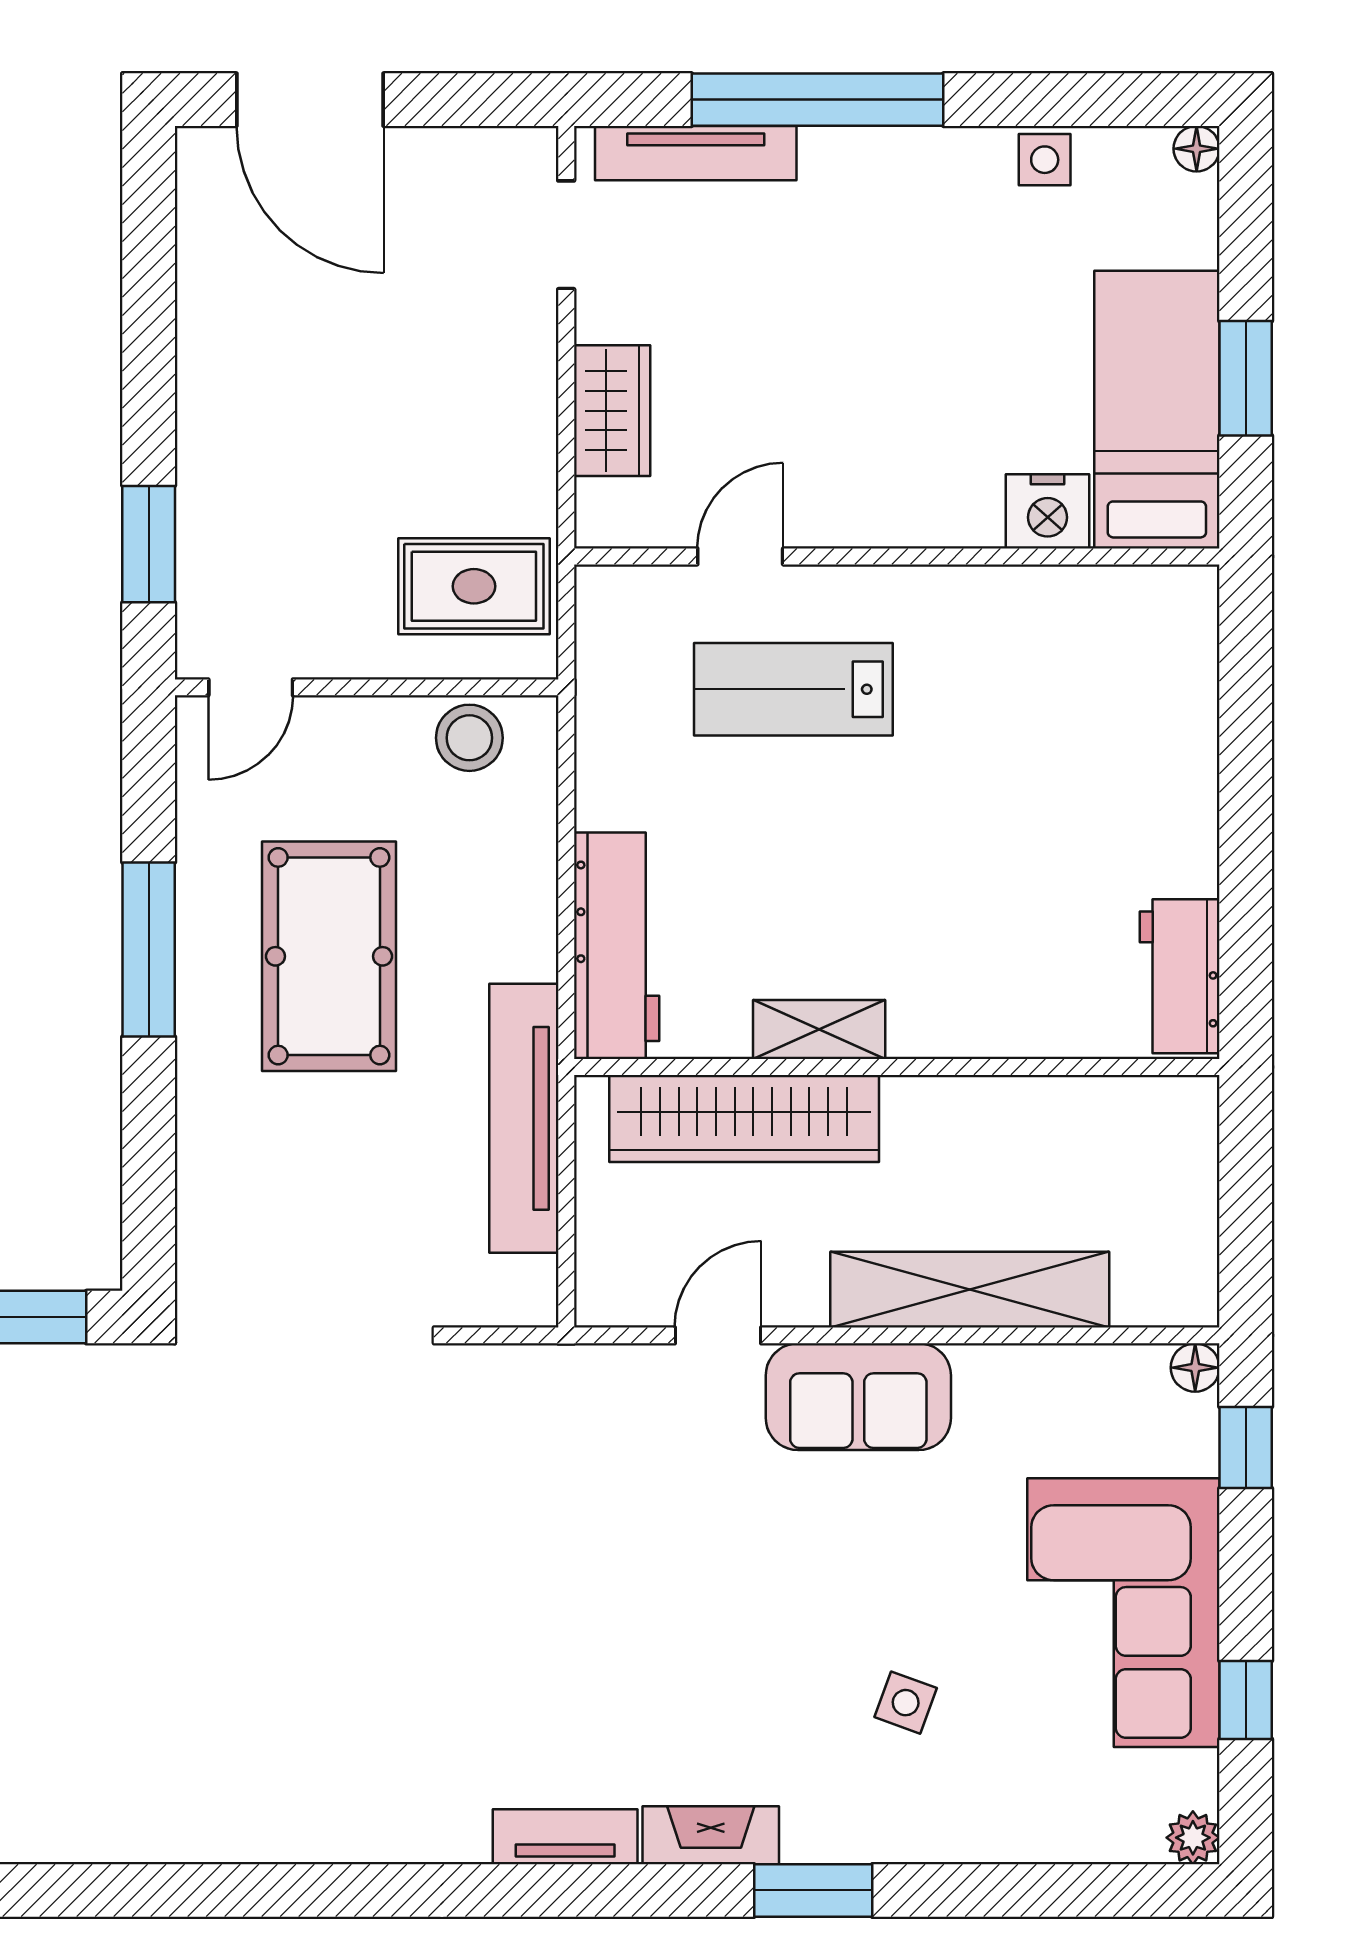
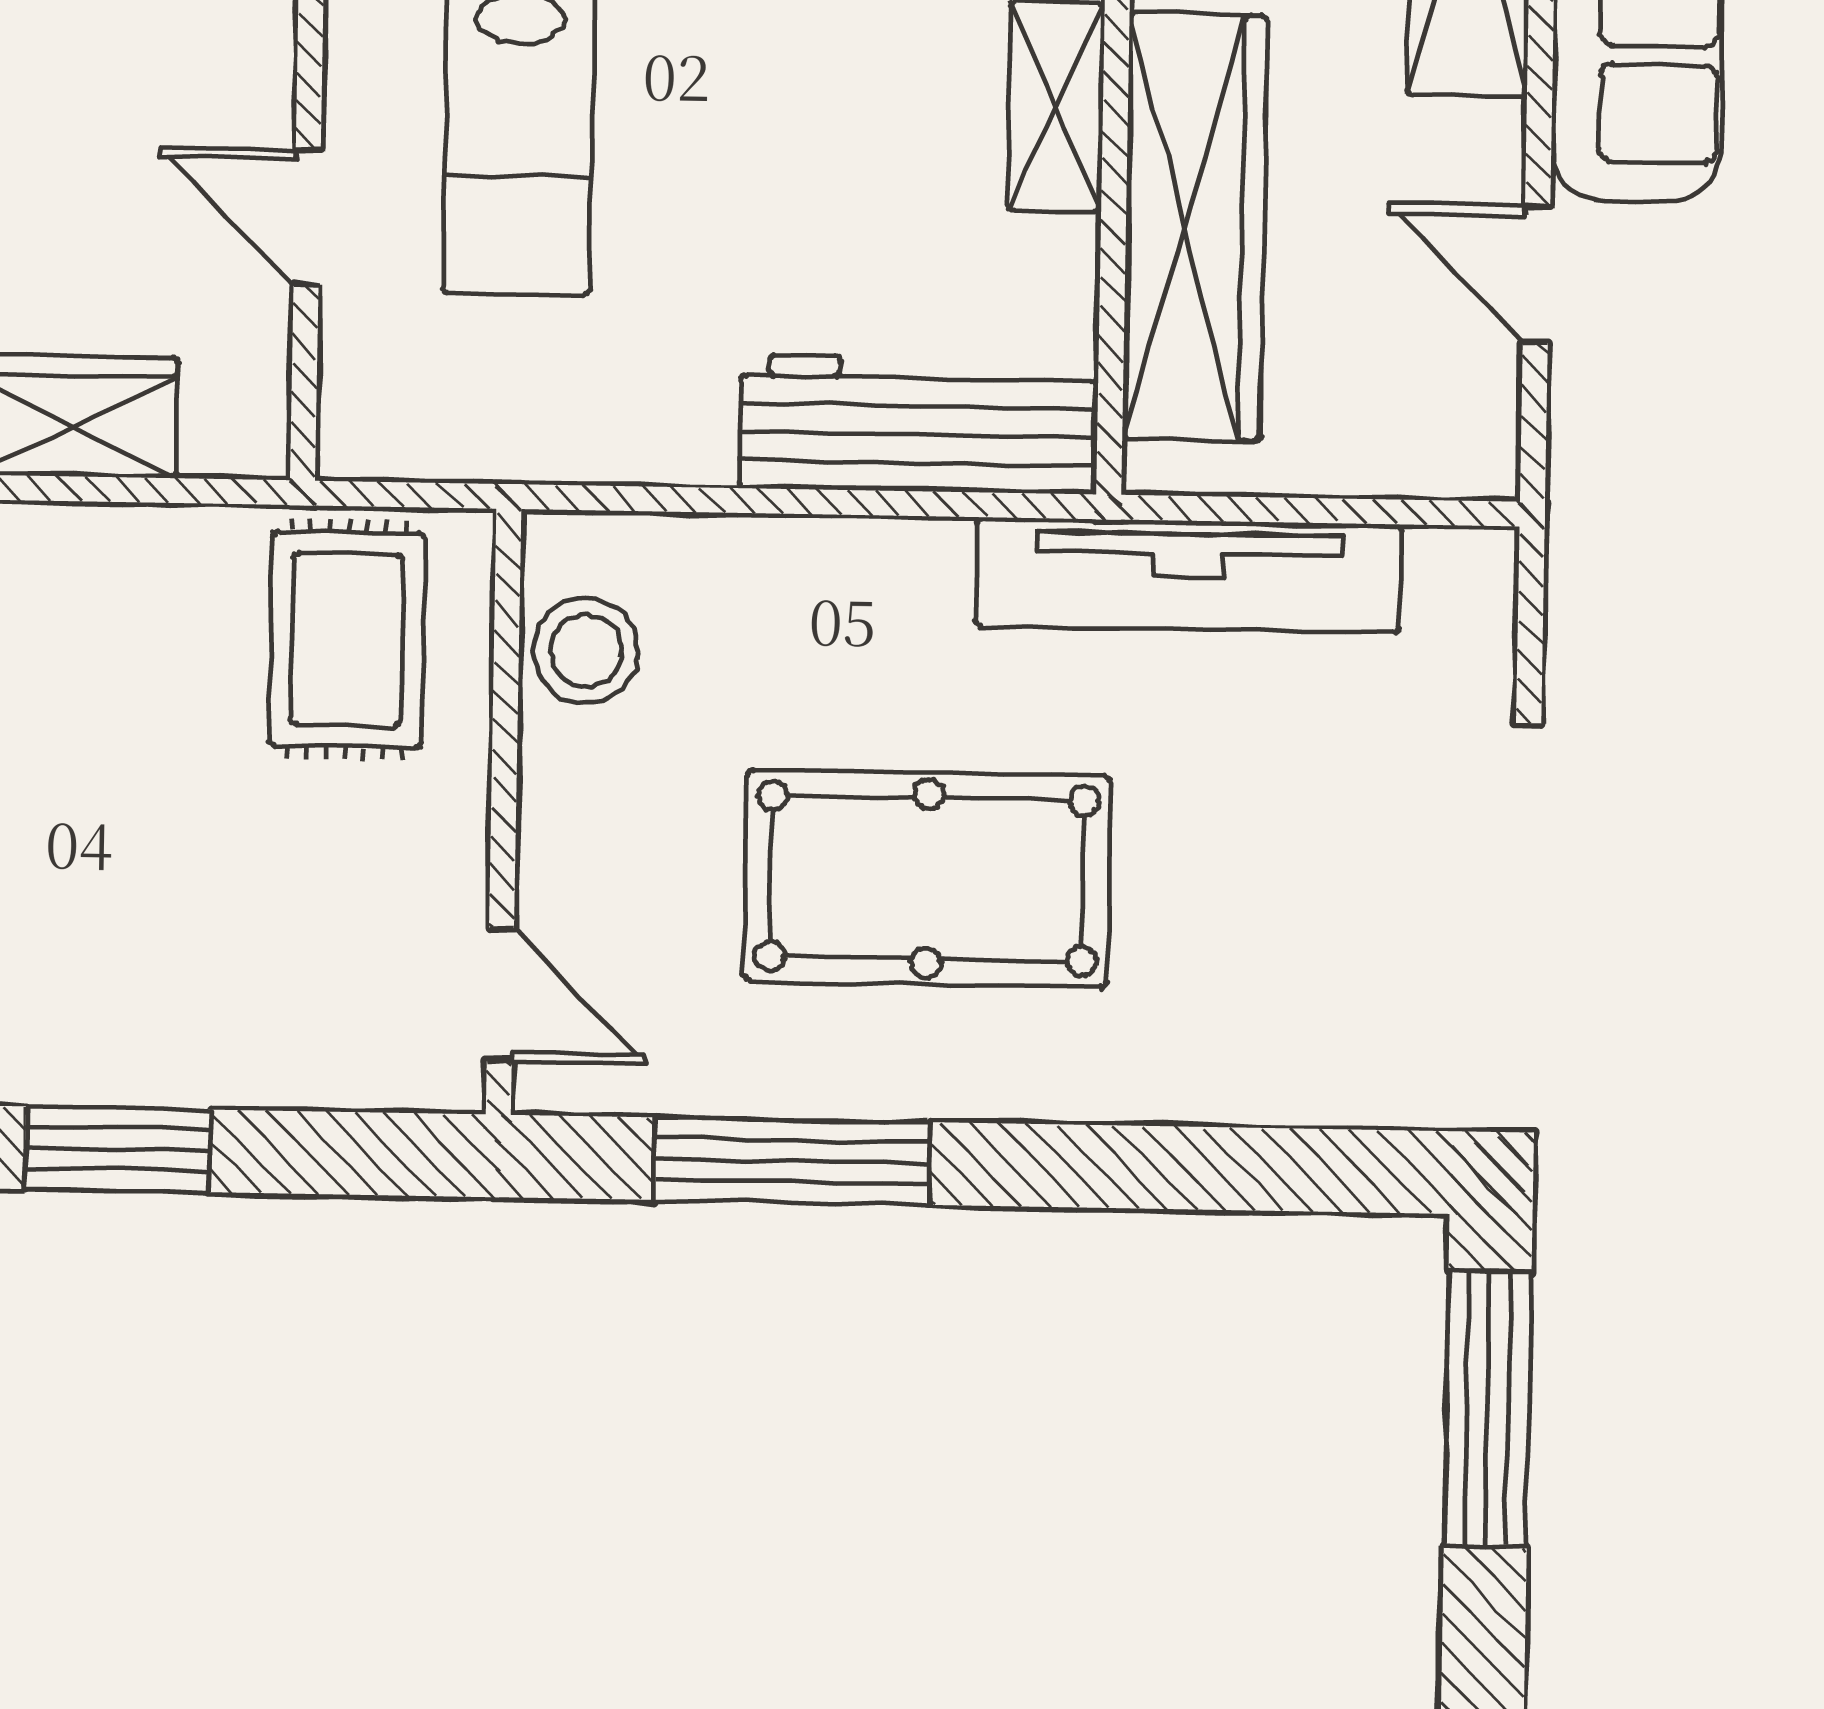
window: (149, 544) -> (117, 1149), moved
window: (149, 950) -> (792, 1161), moved

